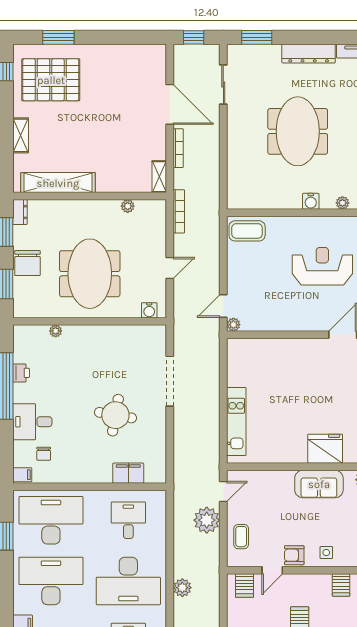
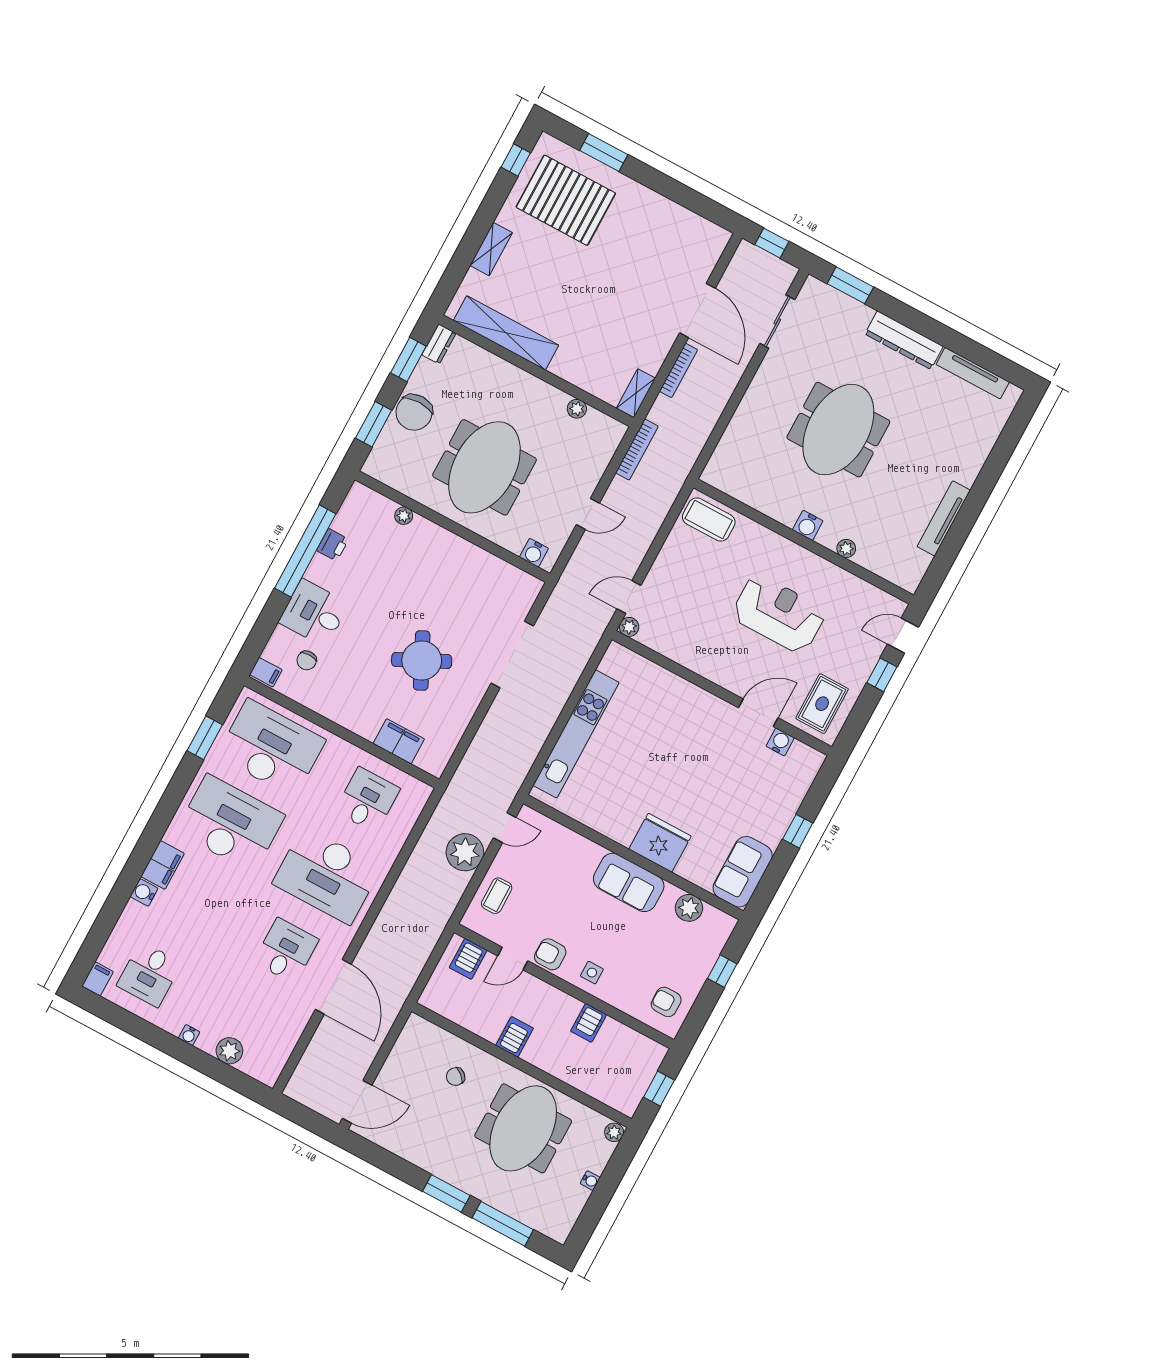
round table: (115, 415) -> (422, 661), turned -36
kitchen unit: (236, 422) -> (576, 734), width x1.36
plant: (182, 588) -> (389, 920), removed

